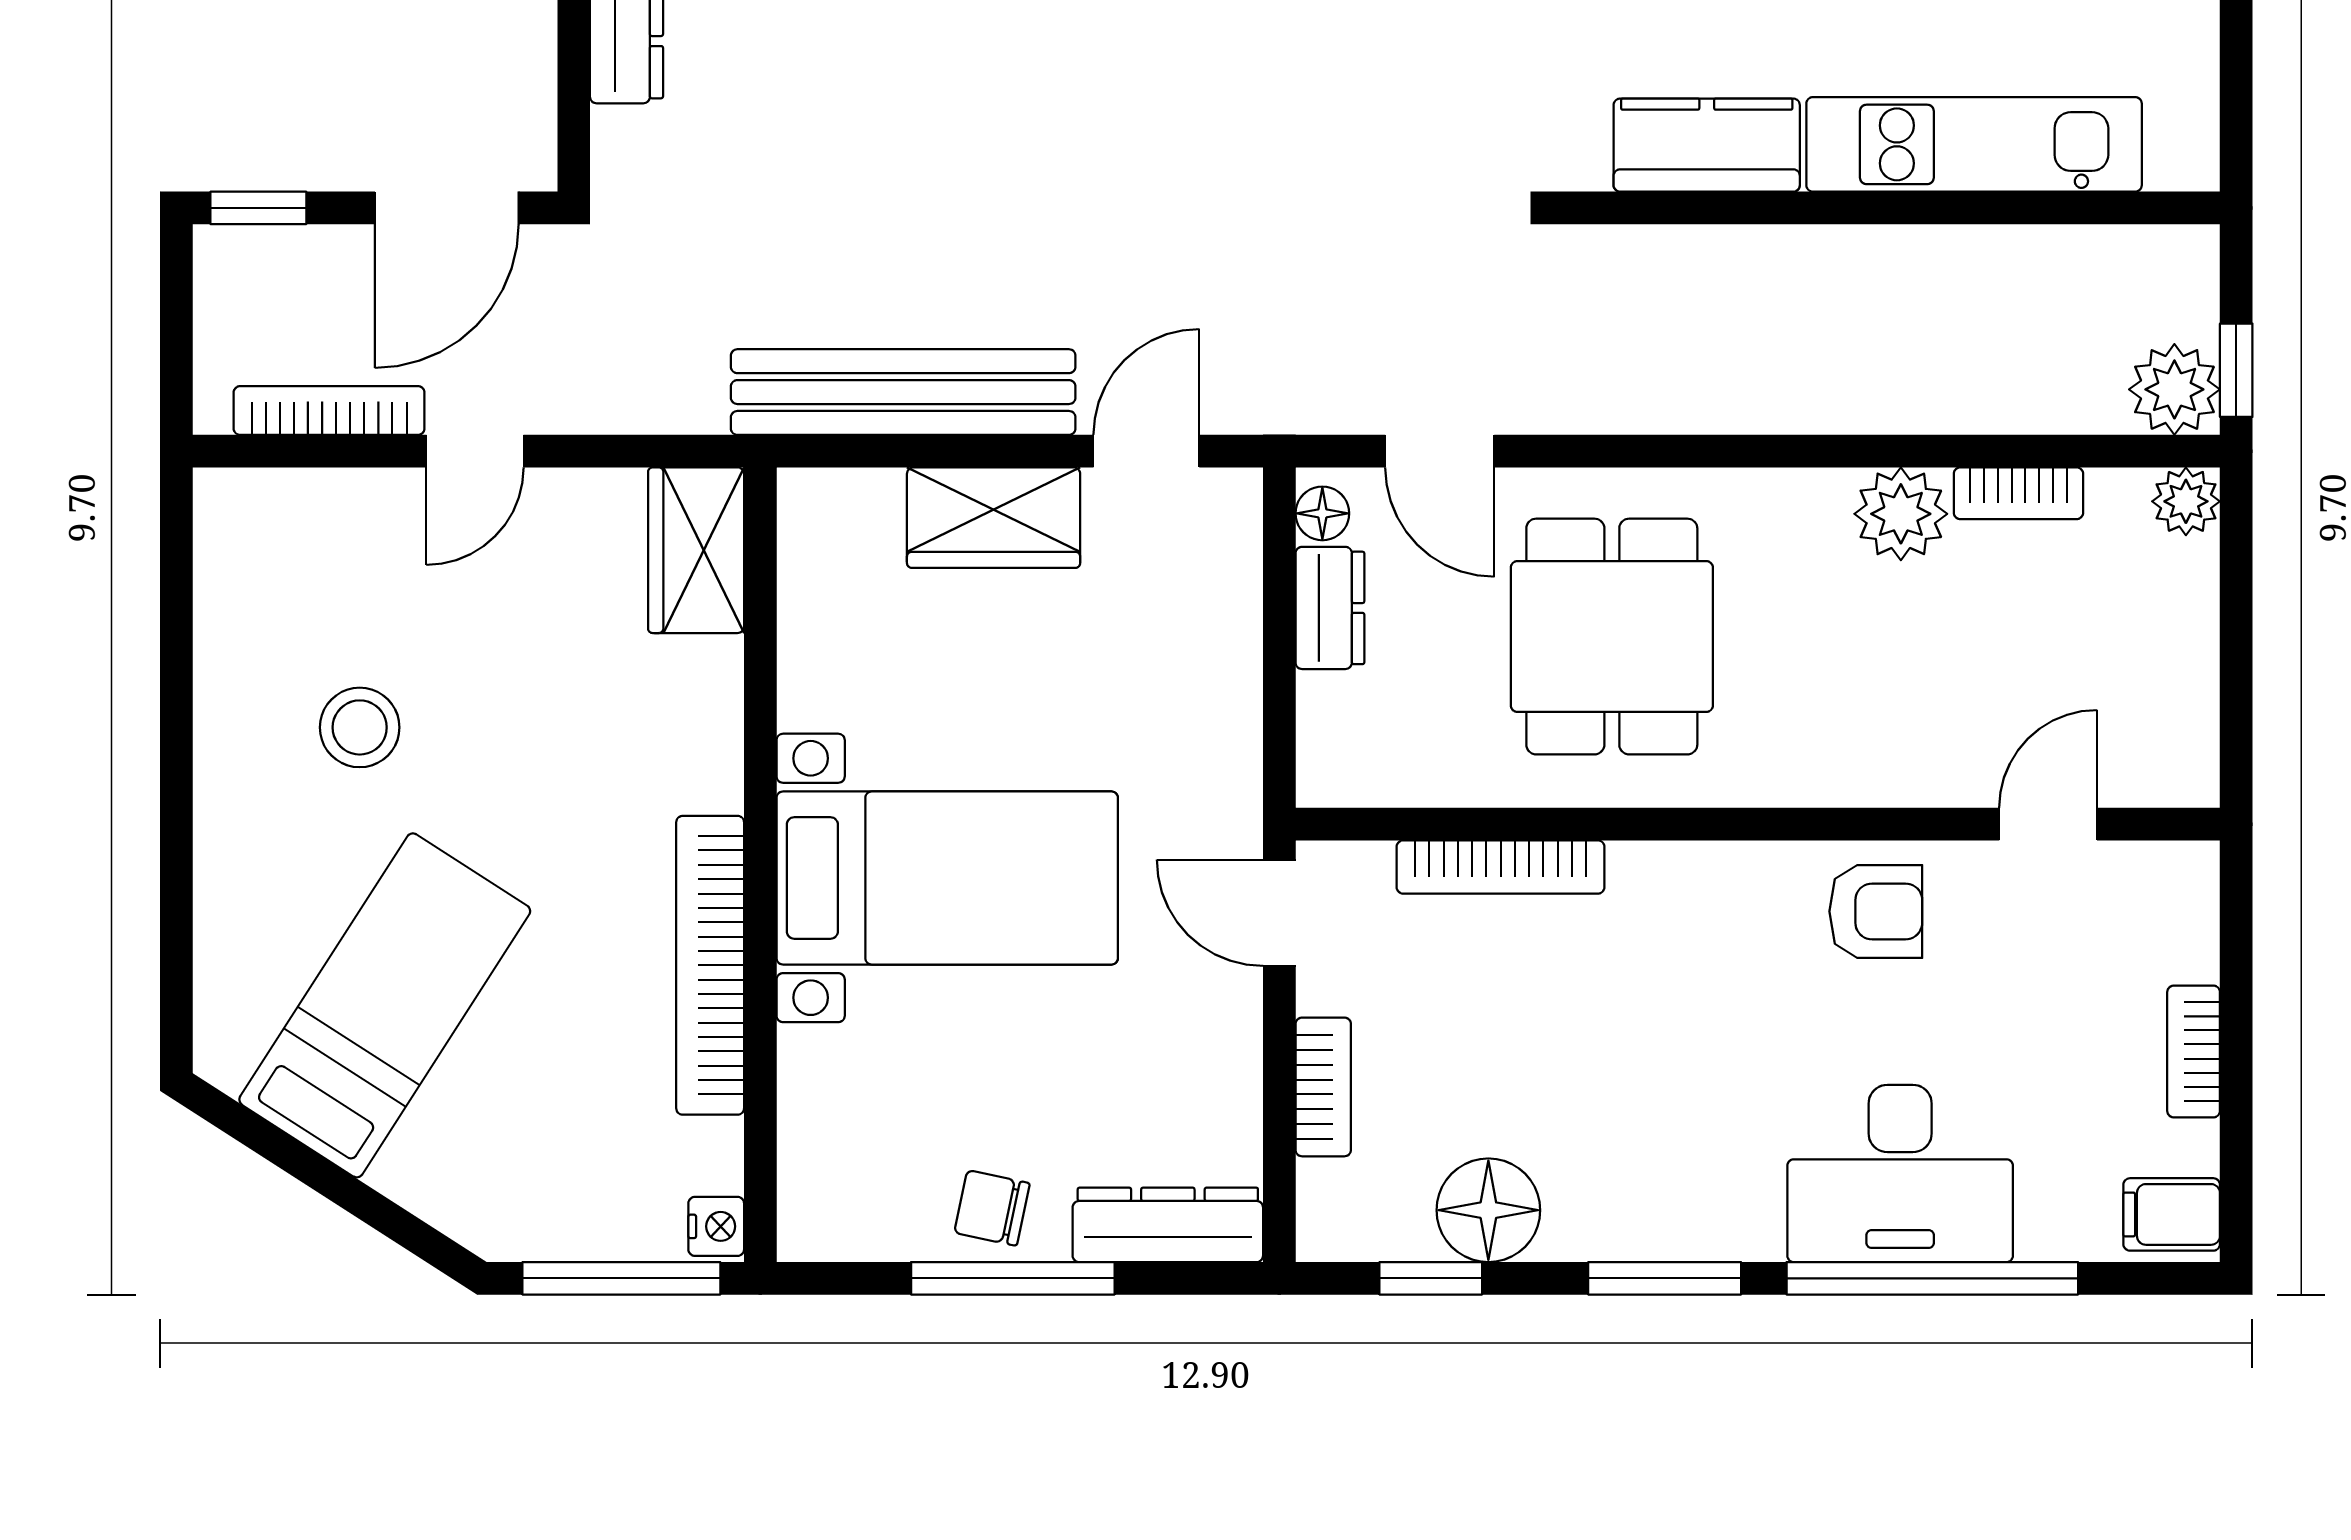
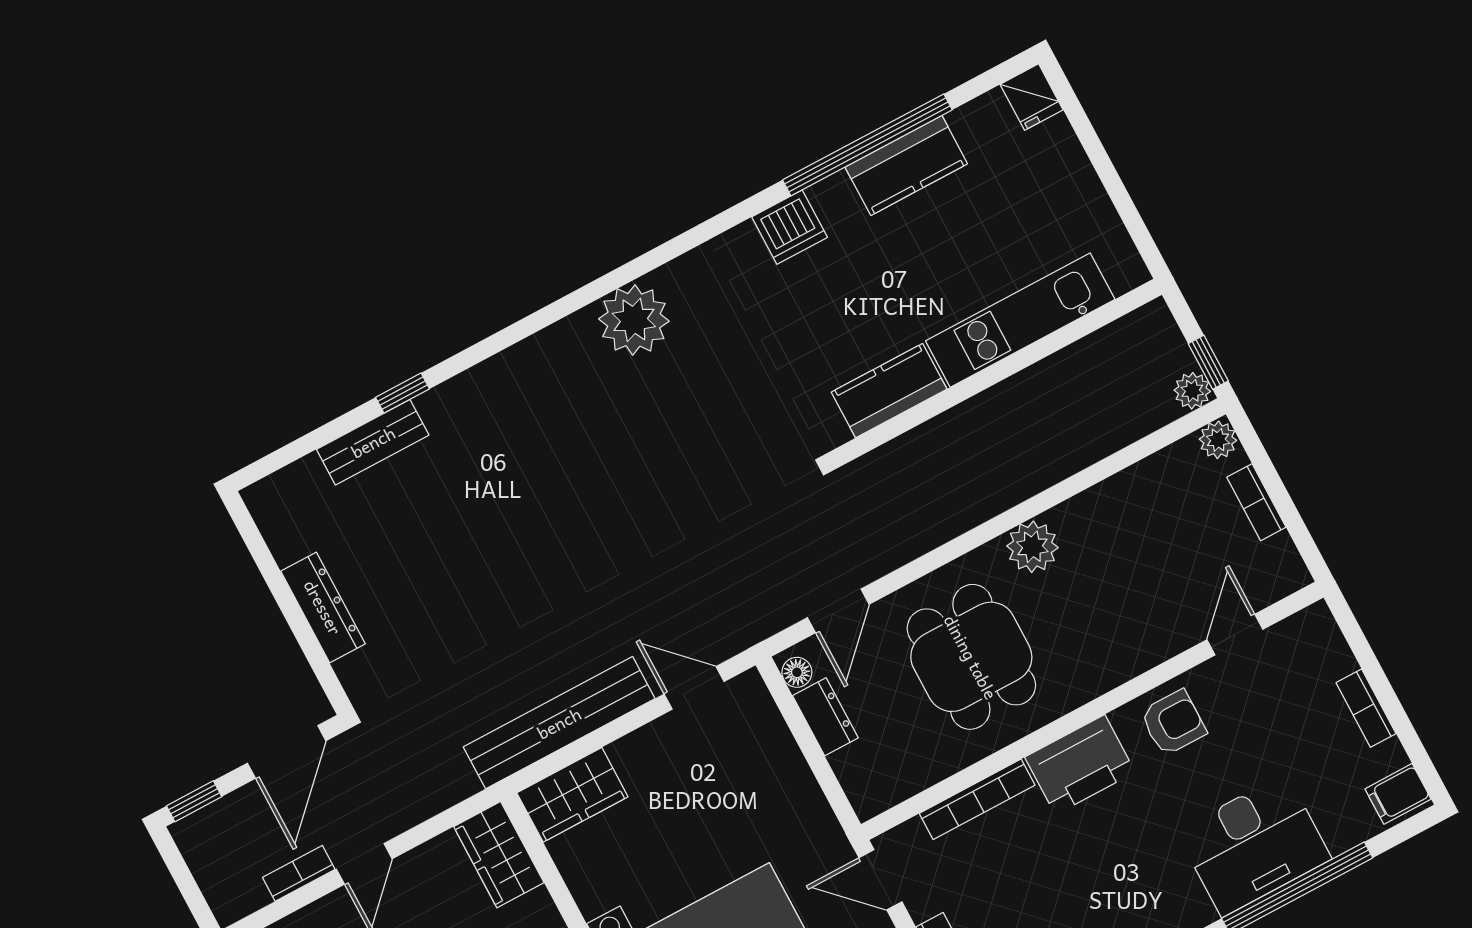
plant: (2174, 389) -> (1192, 391), width x0.73, depth x0.73
bookcase: (329, 411) -> (299, 873), width x0.64
door: (1146, 451) -> (694, 688), hinge flipped
door: (1440, 451) -> (838, 611), hinge flipped
bookcase: (2018, 493) -> (1256, 502), moved, turned 90
plant: (1901, 514) -> (1032, 547), moved
wardrobe: (994, 518) -> (572, 795), moved
printer: (1693, 899) -> (1080, 765), added

